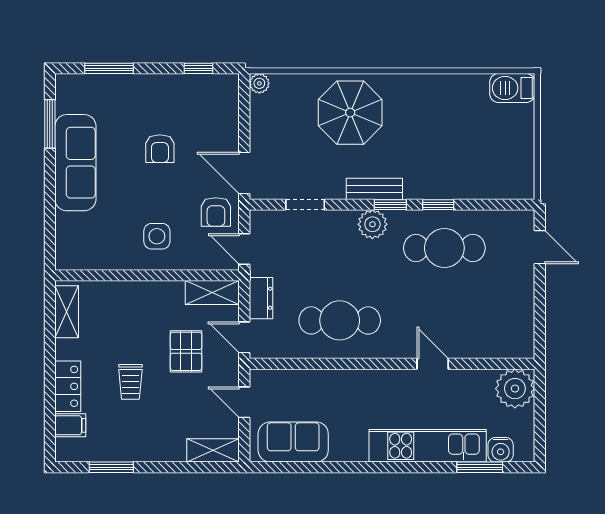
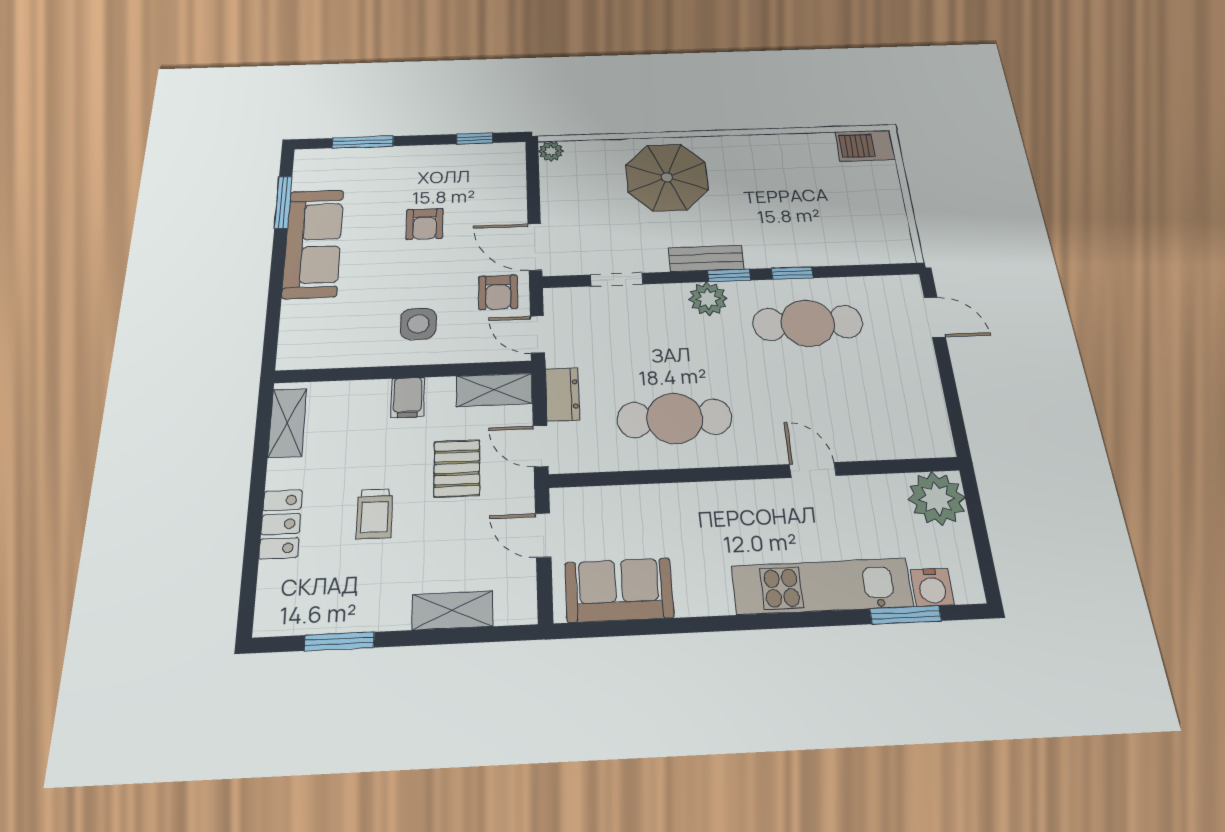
filing cabinet: (70, 425) -> (408, 397), moved, turned 90
shelving: (213, 450) -> (452, 610), moved

